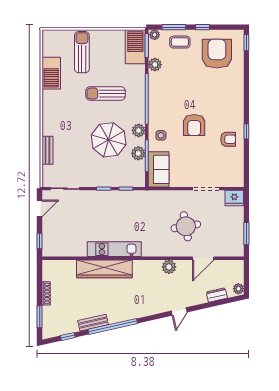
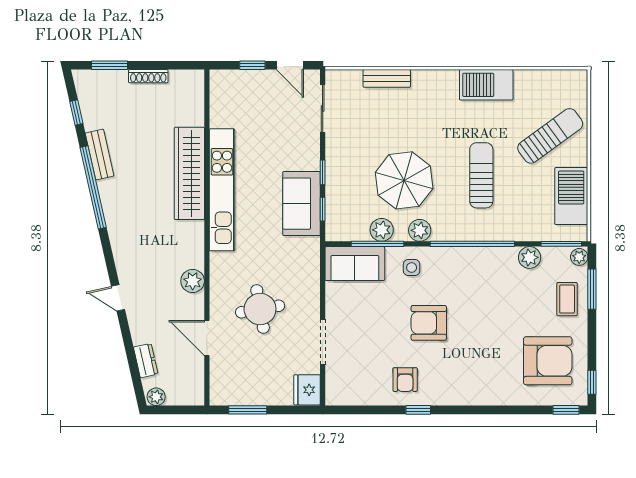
window: (203, 27) -> (592, 382), moved
barbecue: (135, 47) -> (571, 196), moved, turned -90
sun lounger: (82, 52) -> (550, 136), turned -36
barbecue: (51, 73) -> (486, 85), moved
sofa: (123, 201) -> (302, 204), added
window: (40, 241) -> (252, 65), moved
kitchen unit: (114, 249) -> (222, 190), width x1.36

